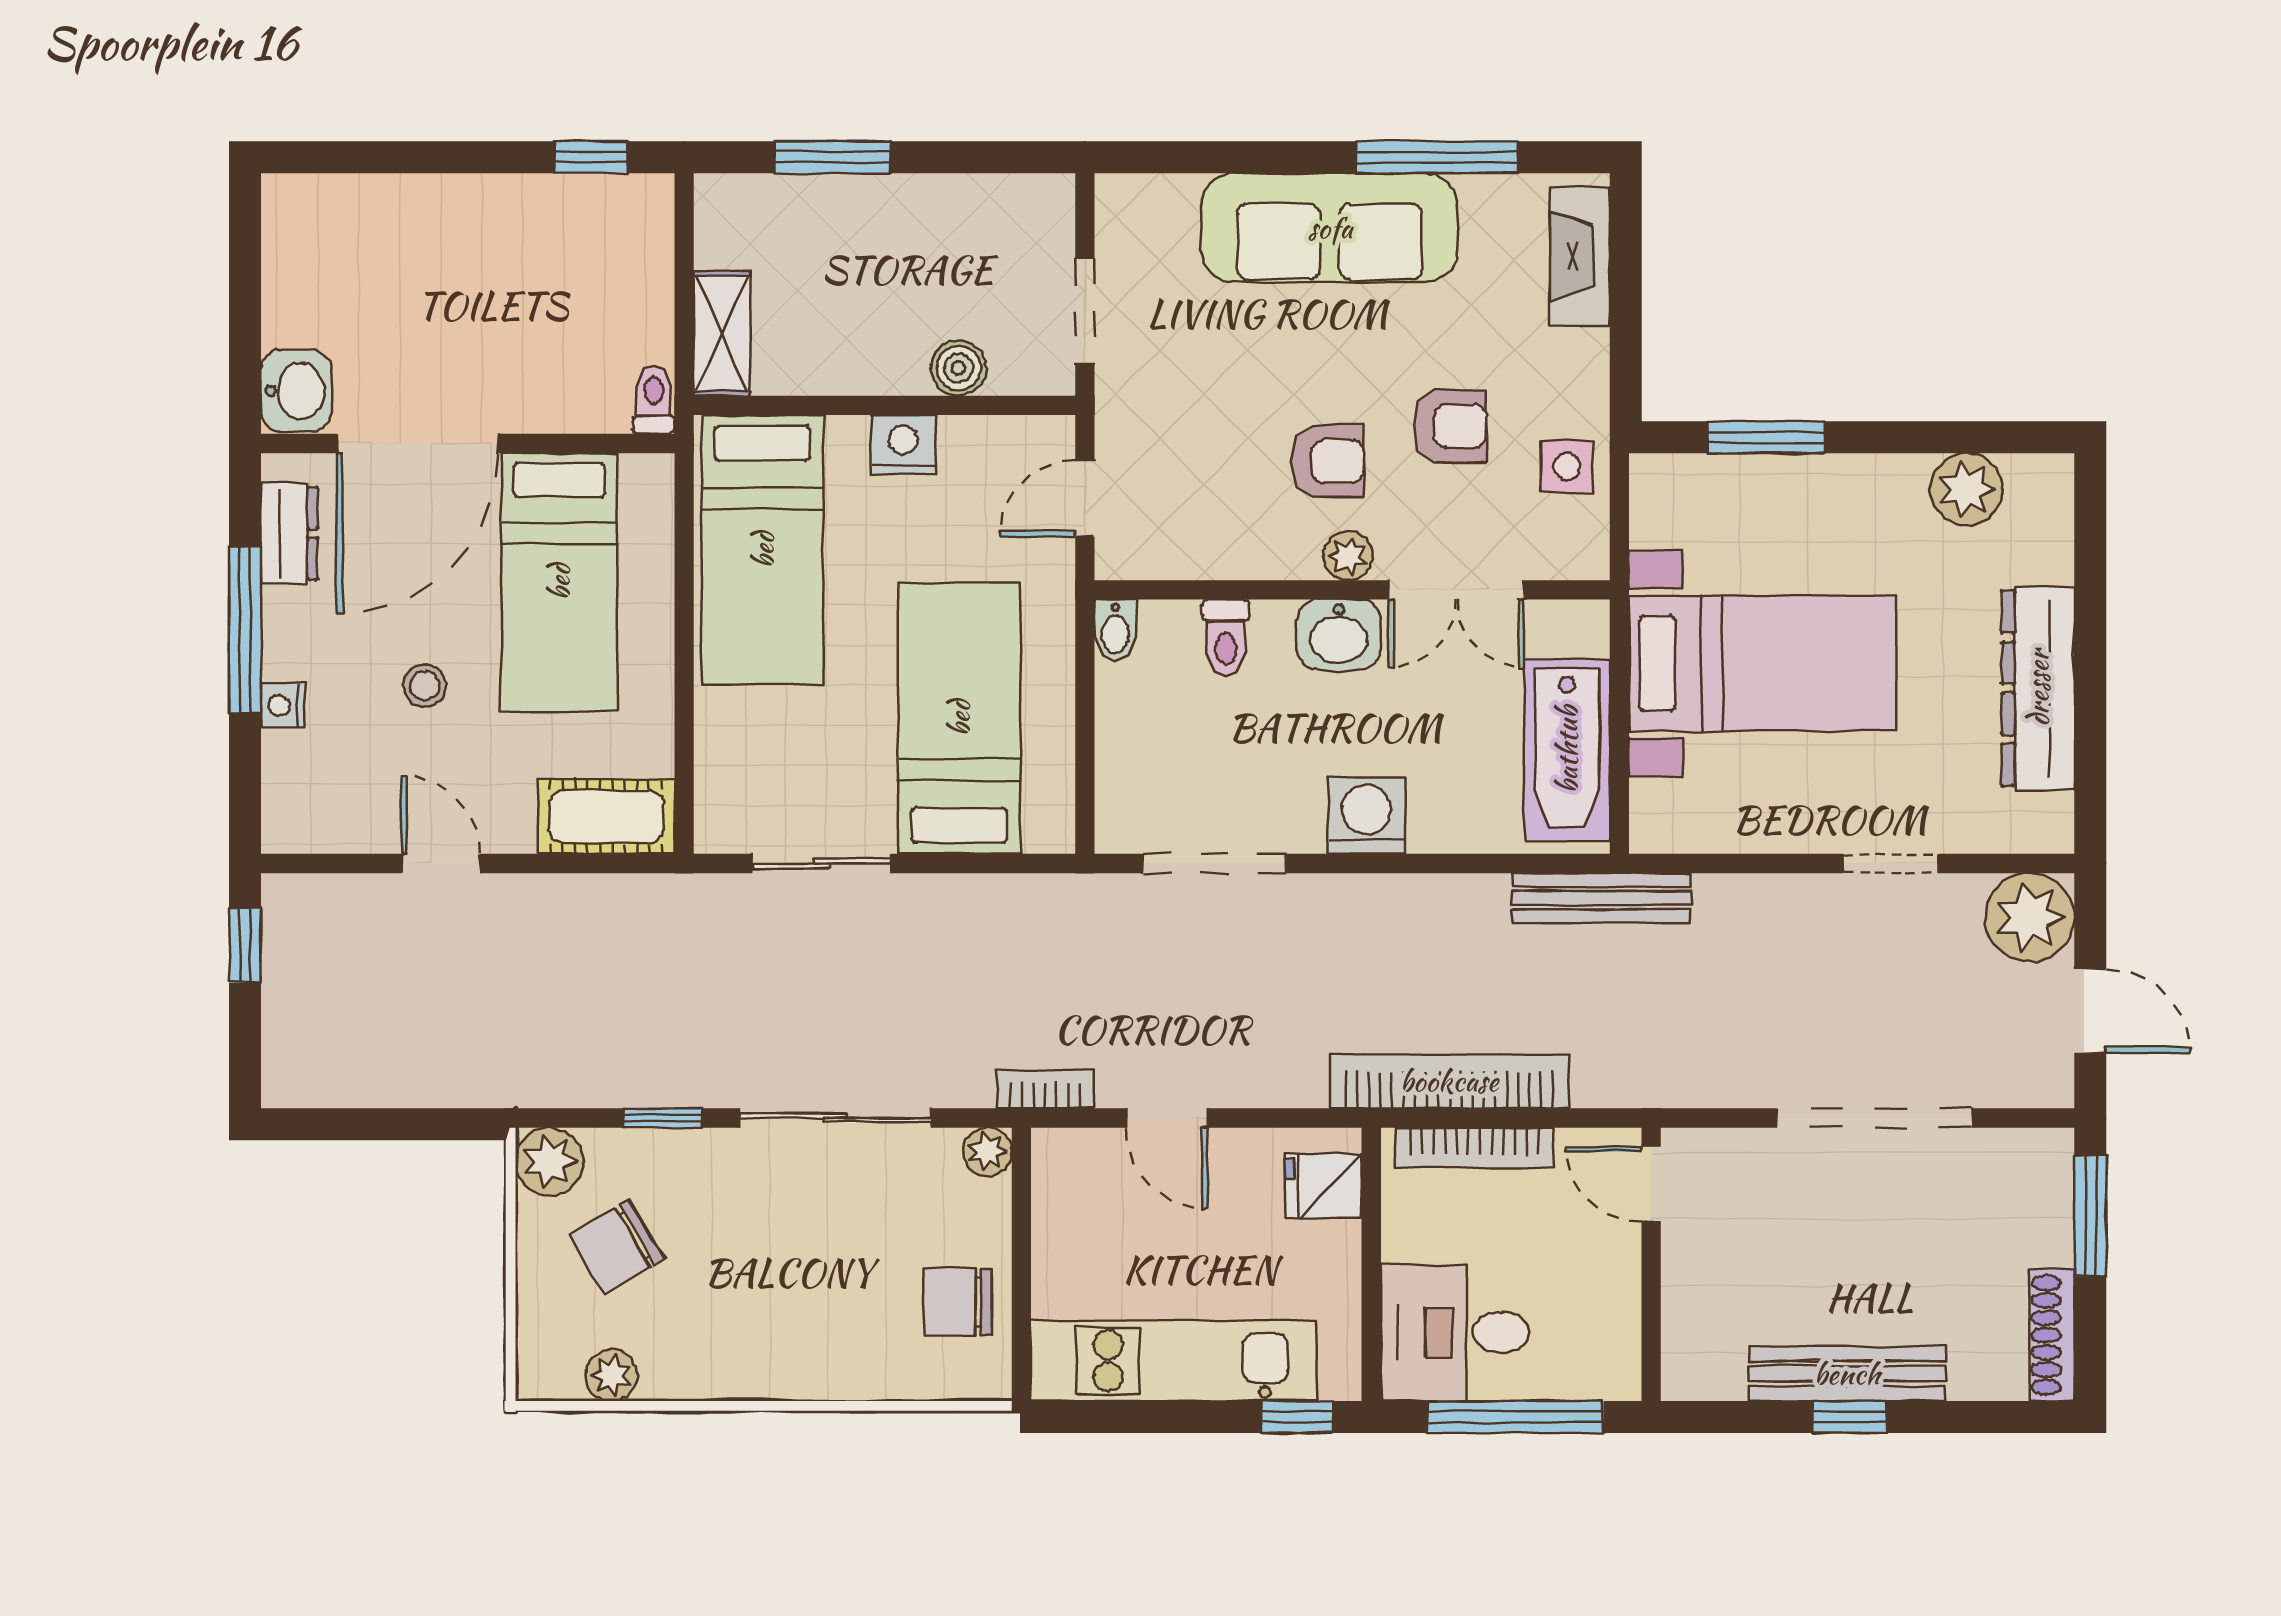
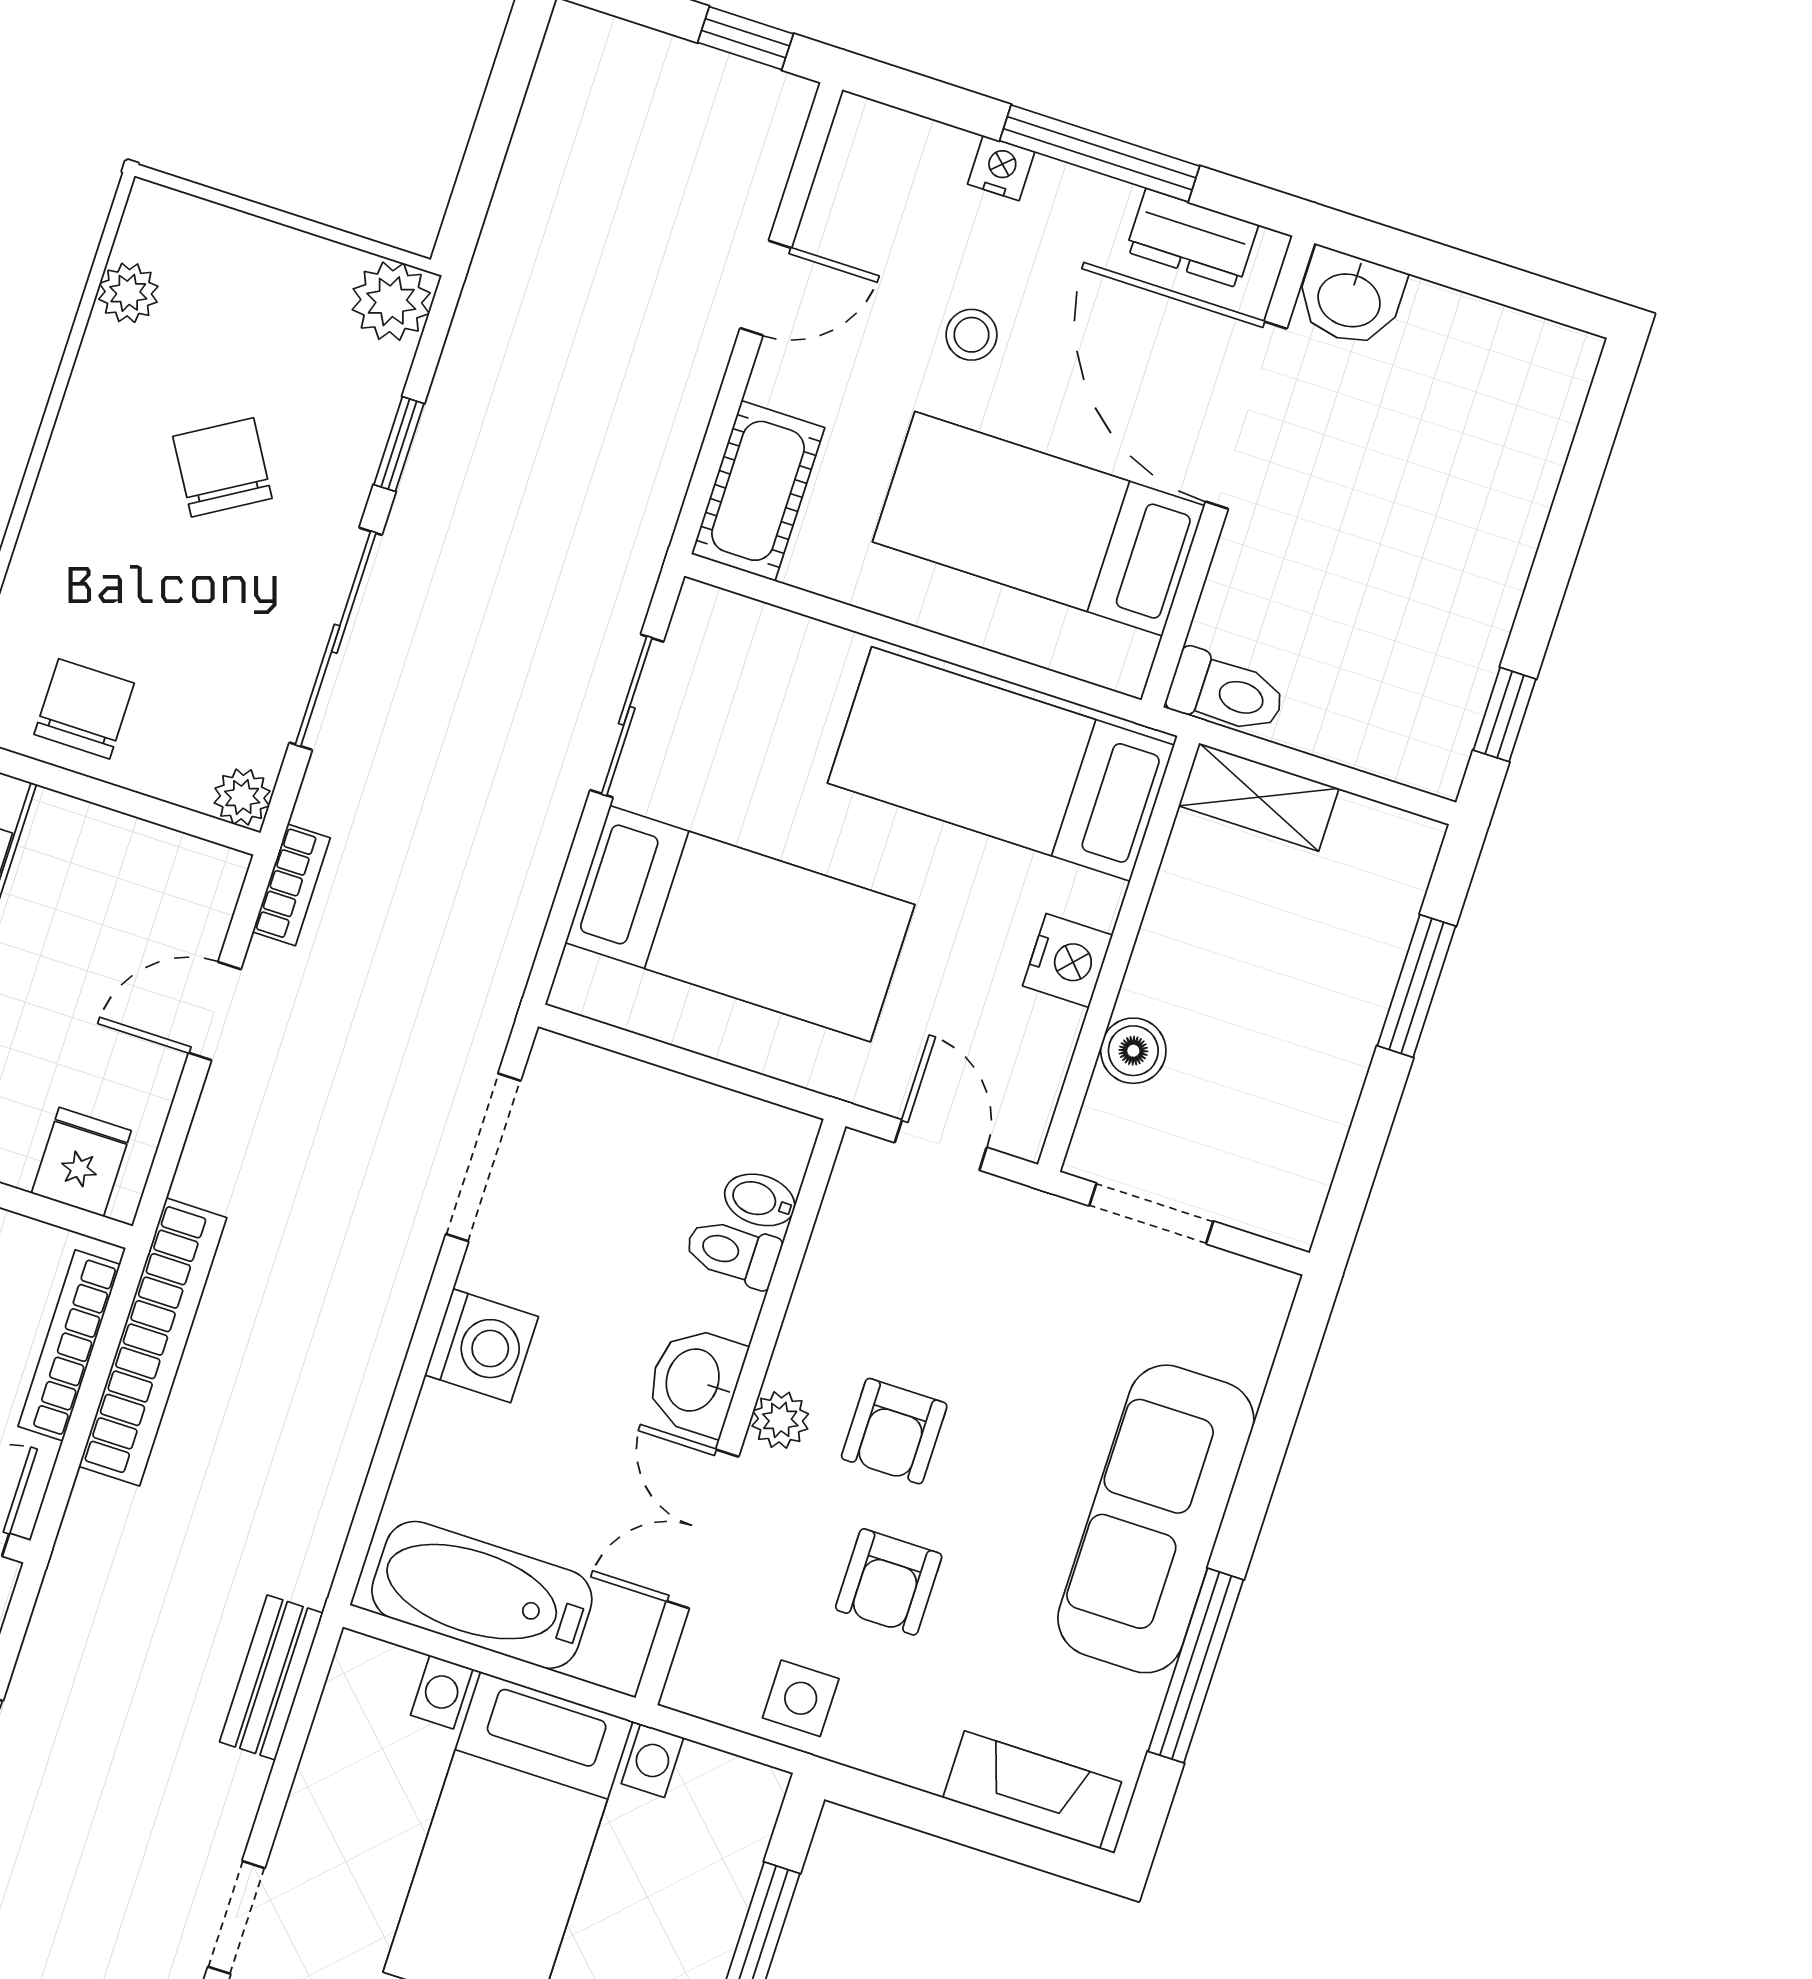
toilet: (654, 400) -> (1226, 693), width x1.37, depth x1.39
bidet: (1115, 630) -> (760, 1200), moved
bench: (1601, 898) -> (271, 1677), moved, width x0.73
chair: (617, 1247) -> (222, 467), moved

